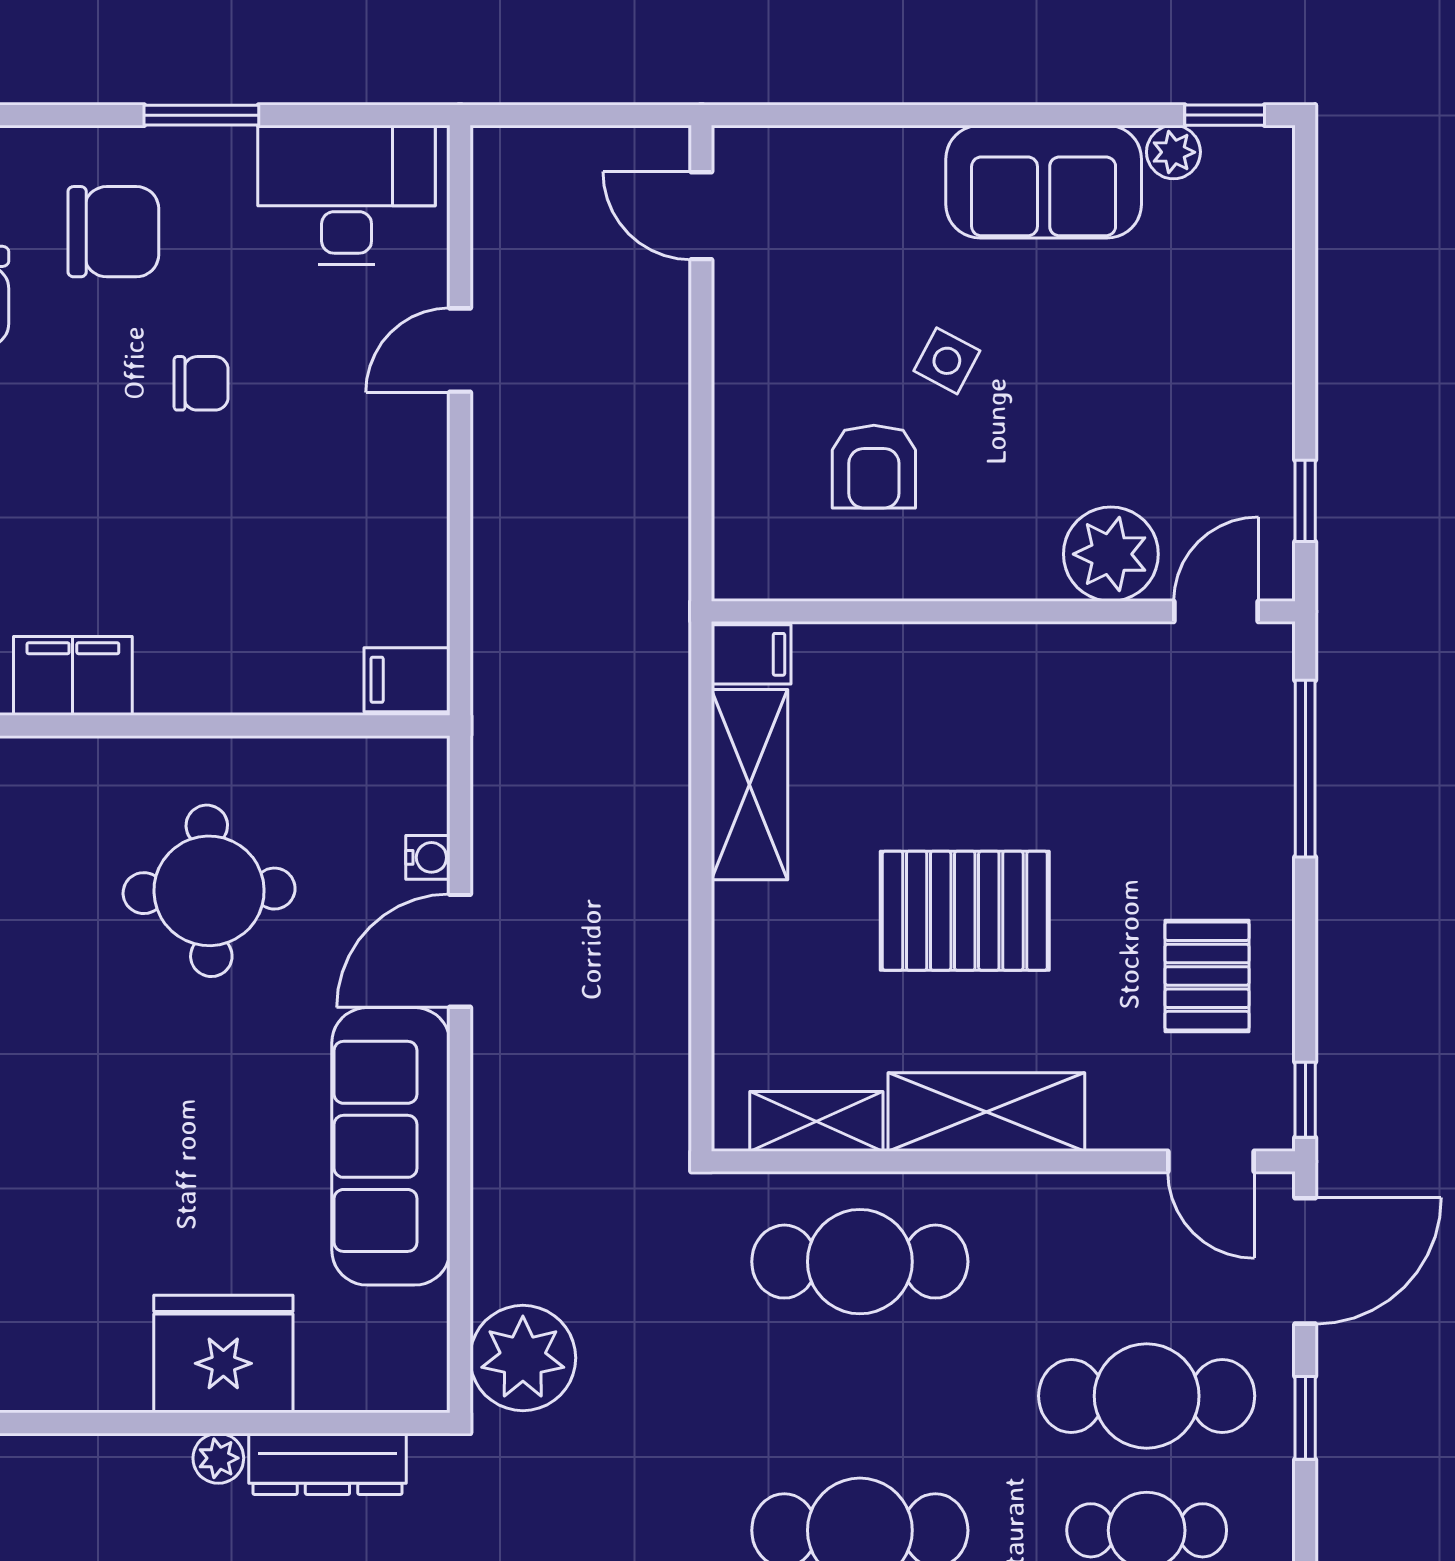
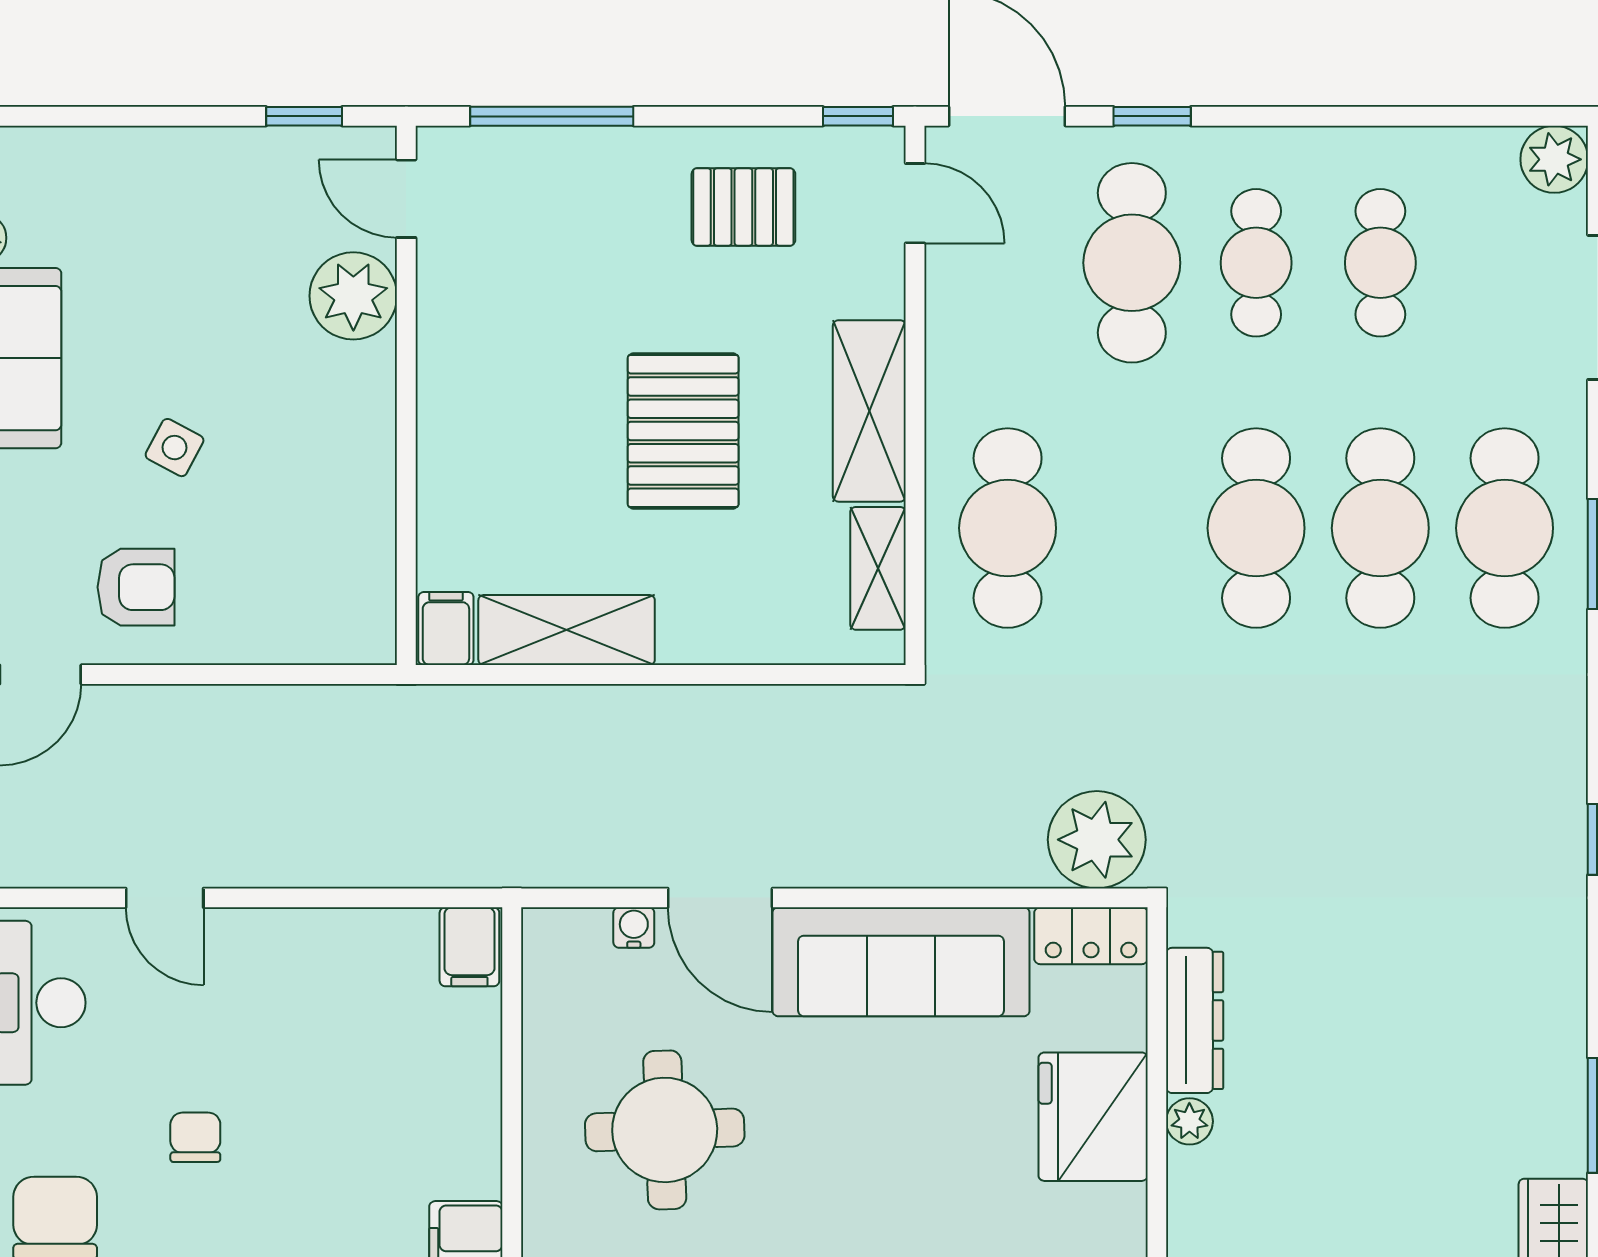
armchair: (874, 467) -> (136, 587), moved
door: (1211, 1161) -> (915, 203), hinge flipped
locker: (419, 1352) -> (1091, 936), added

